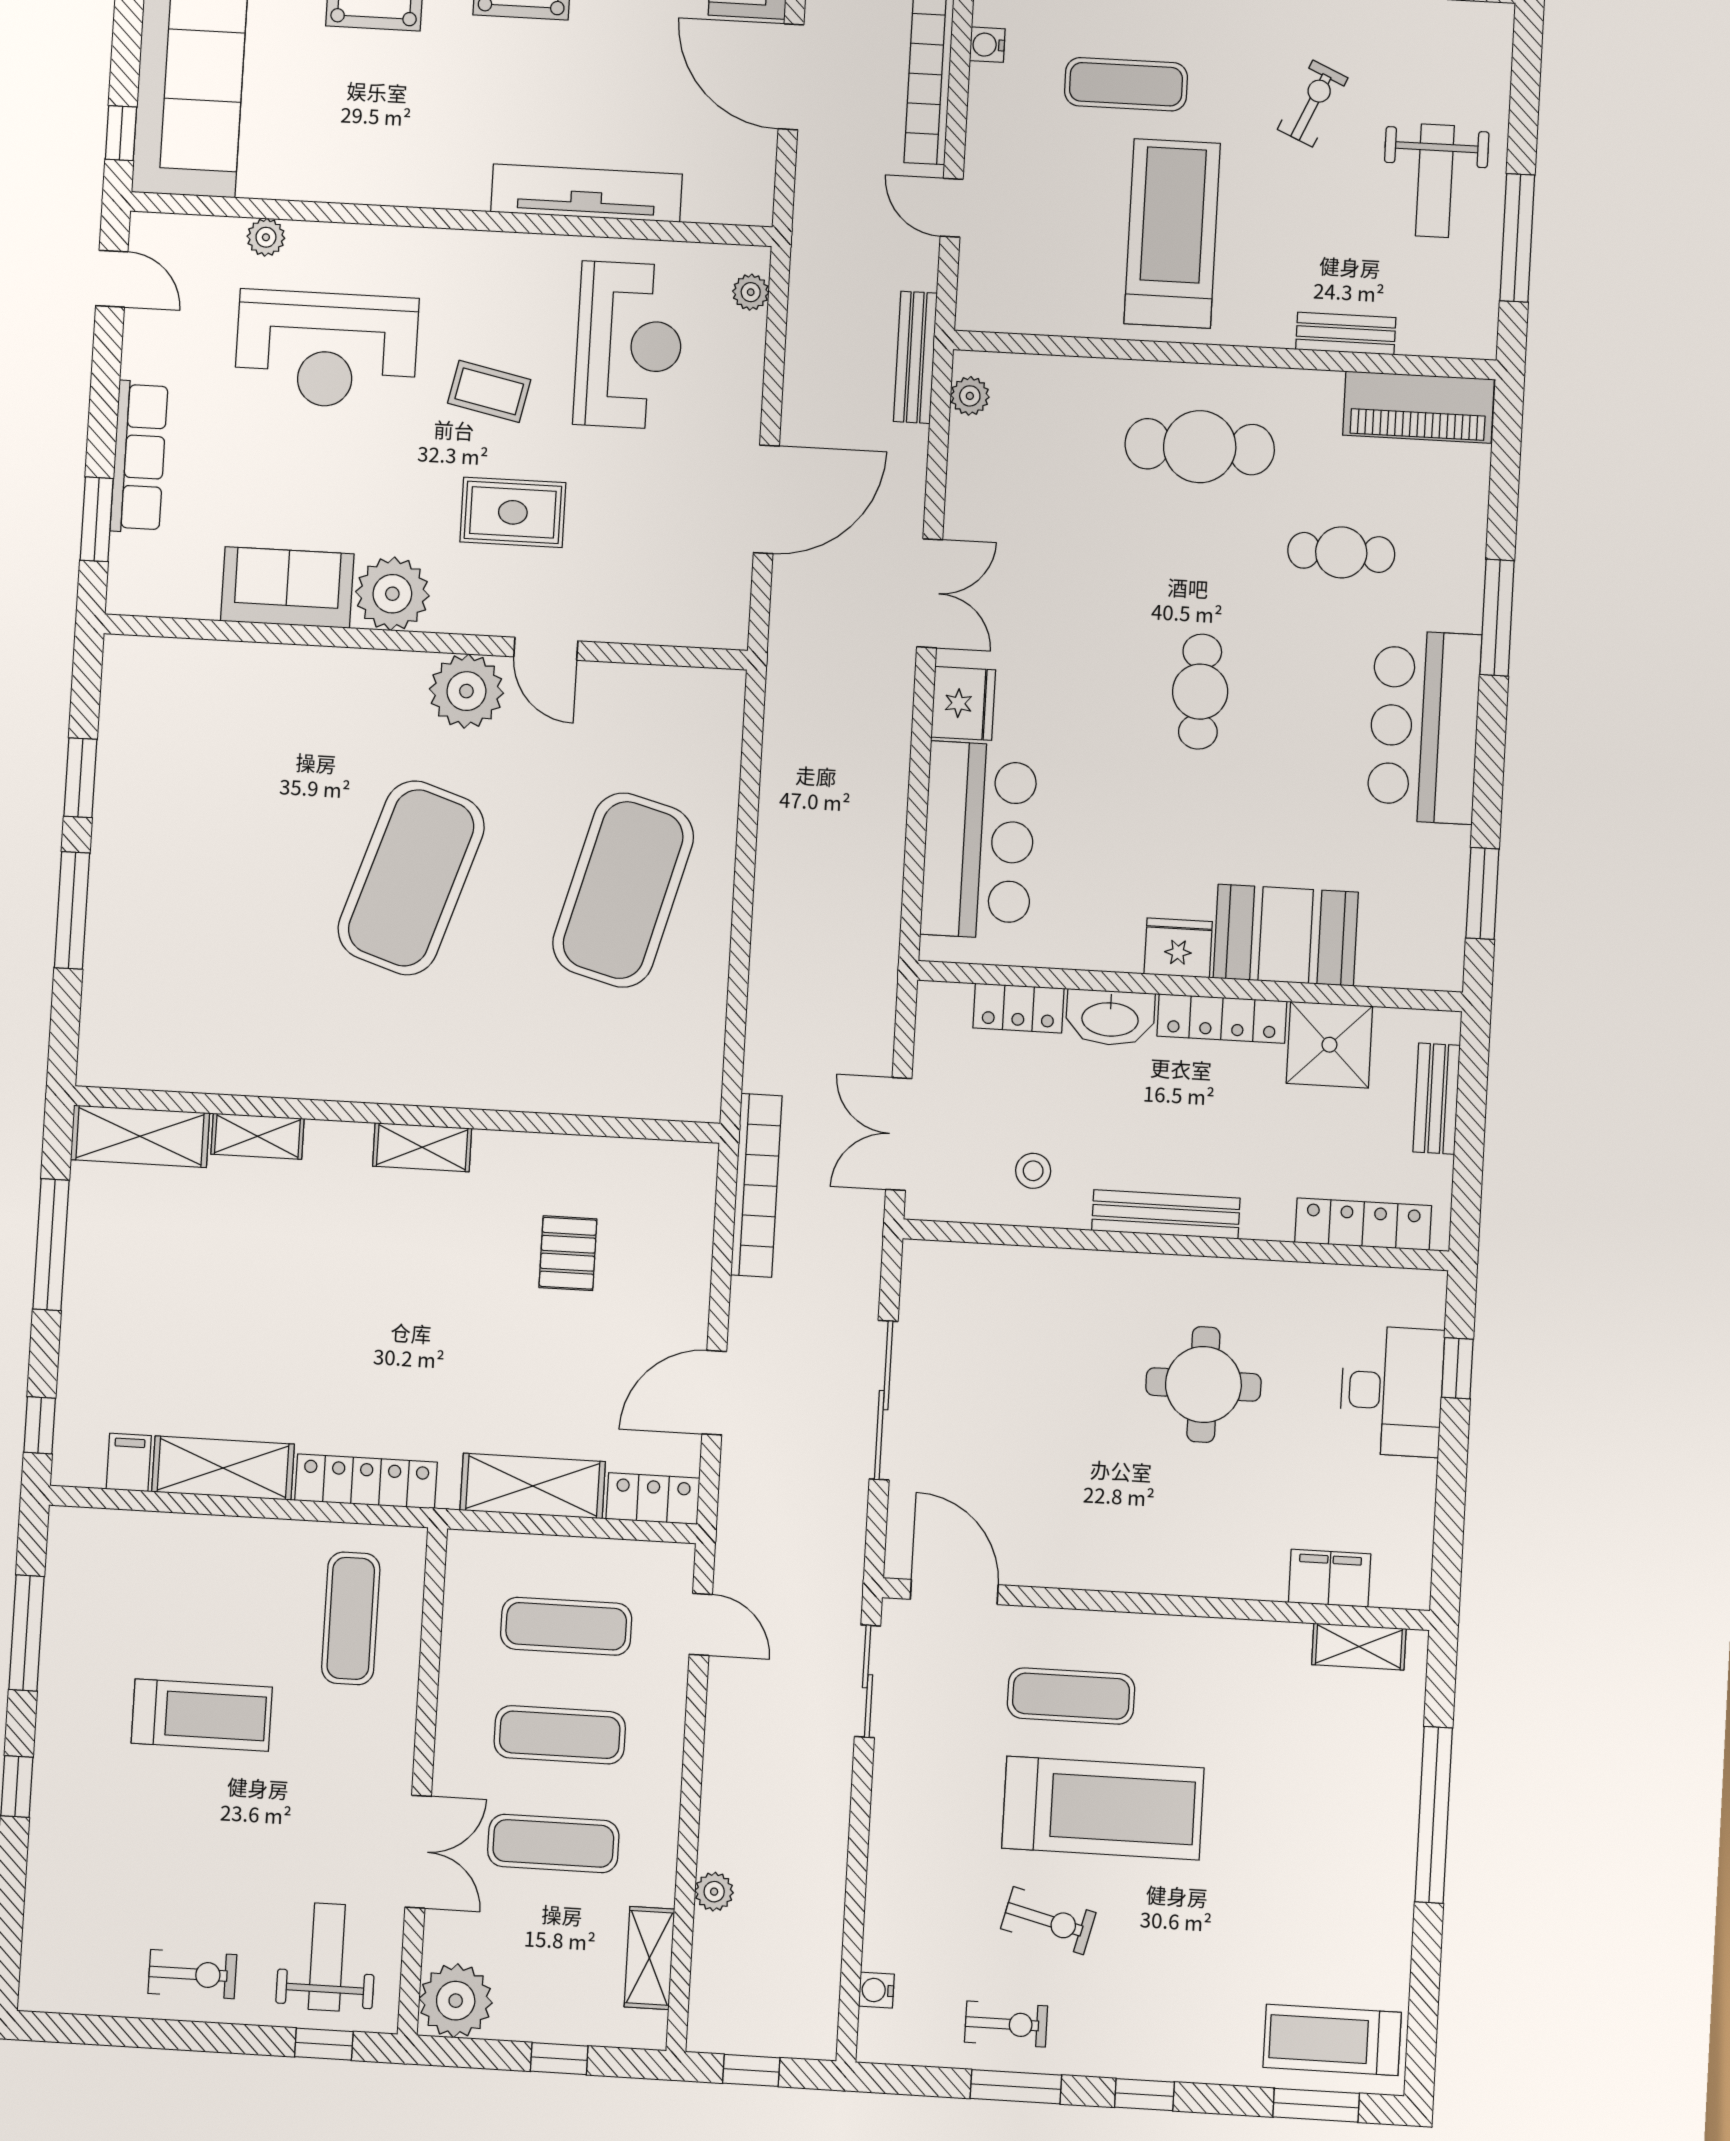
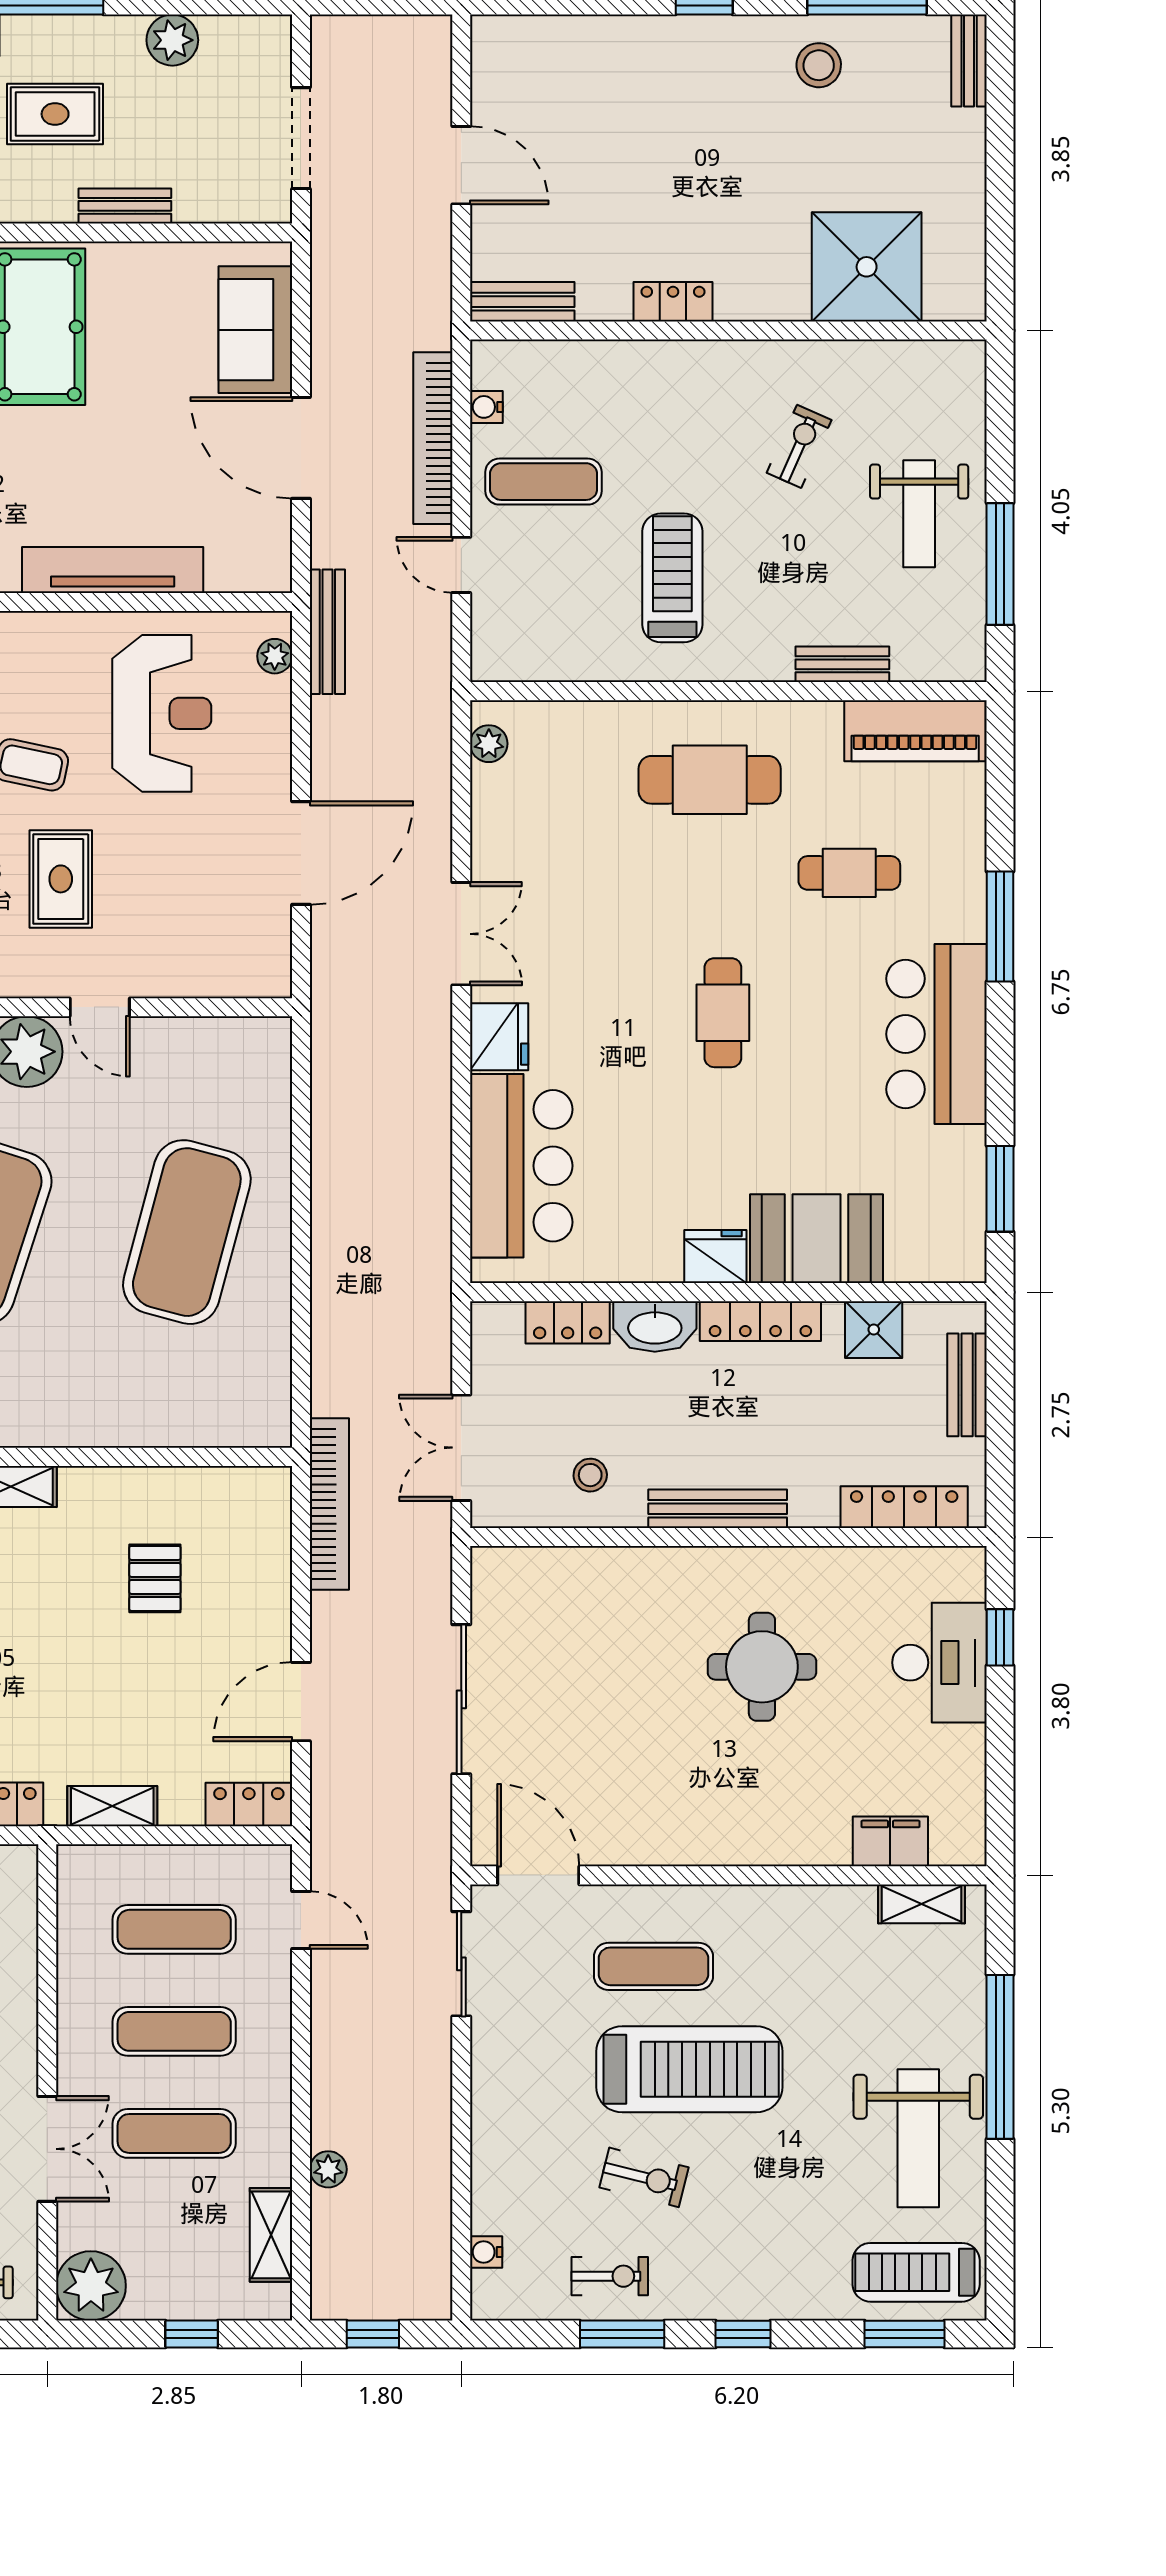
exercise mat: (1126, 84) -> (544, 482), moved
treadmill: (1172, 233) -> (672, 578), width x0.73, depth x0.73
bench: (915, 357) -> (327, 632), moved
rug: (513, 512) -> (61, 879), turned 90
shower: (1329, 1045) -> (874, 1330), width x0.73, depth x0.73
shelving: (533, 1486) -> (112, 1806), width x0.67, depth x0.75
weight bench: (1342, 1896) -> (918, 2138), added

